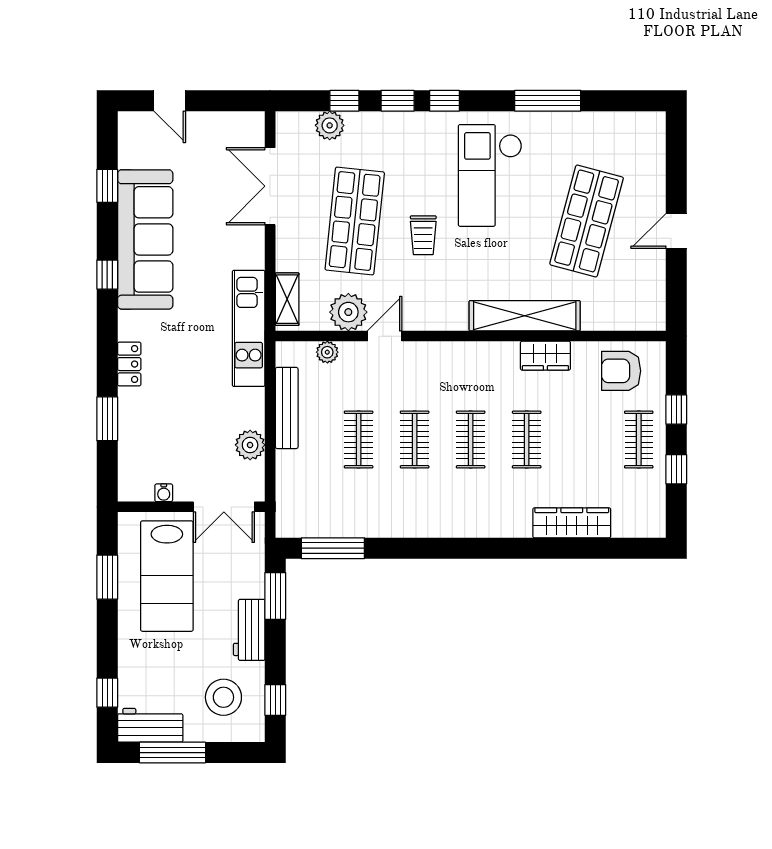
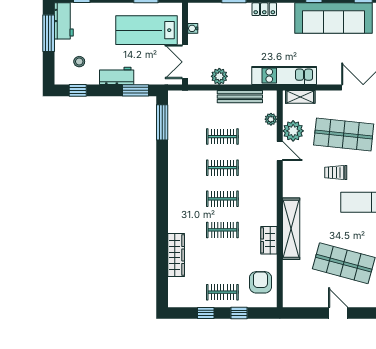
stool: (223, 697) -> (79, 62), width x0.53, depth x0.53

